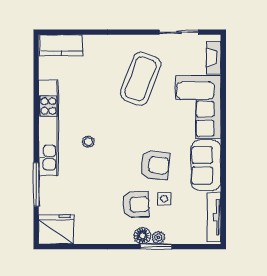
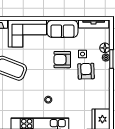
armchair: (155, 165) -> (62, 60), turned -96
floor lamp: (142, 236) -> (105, 48), moved

